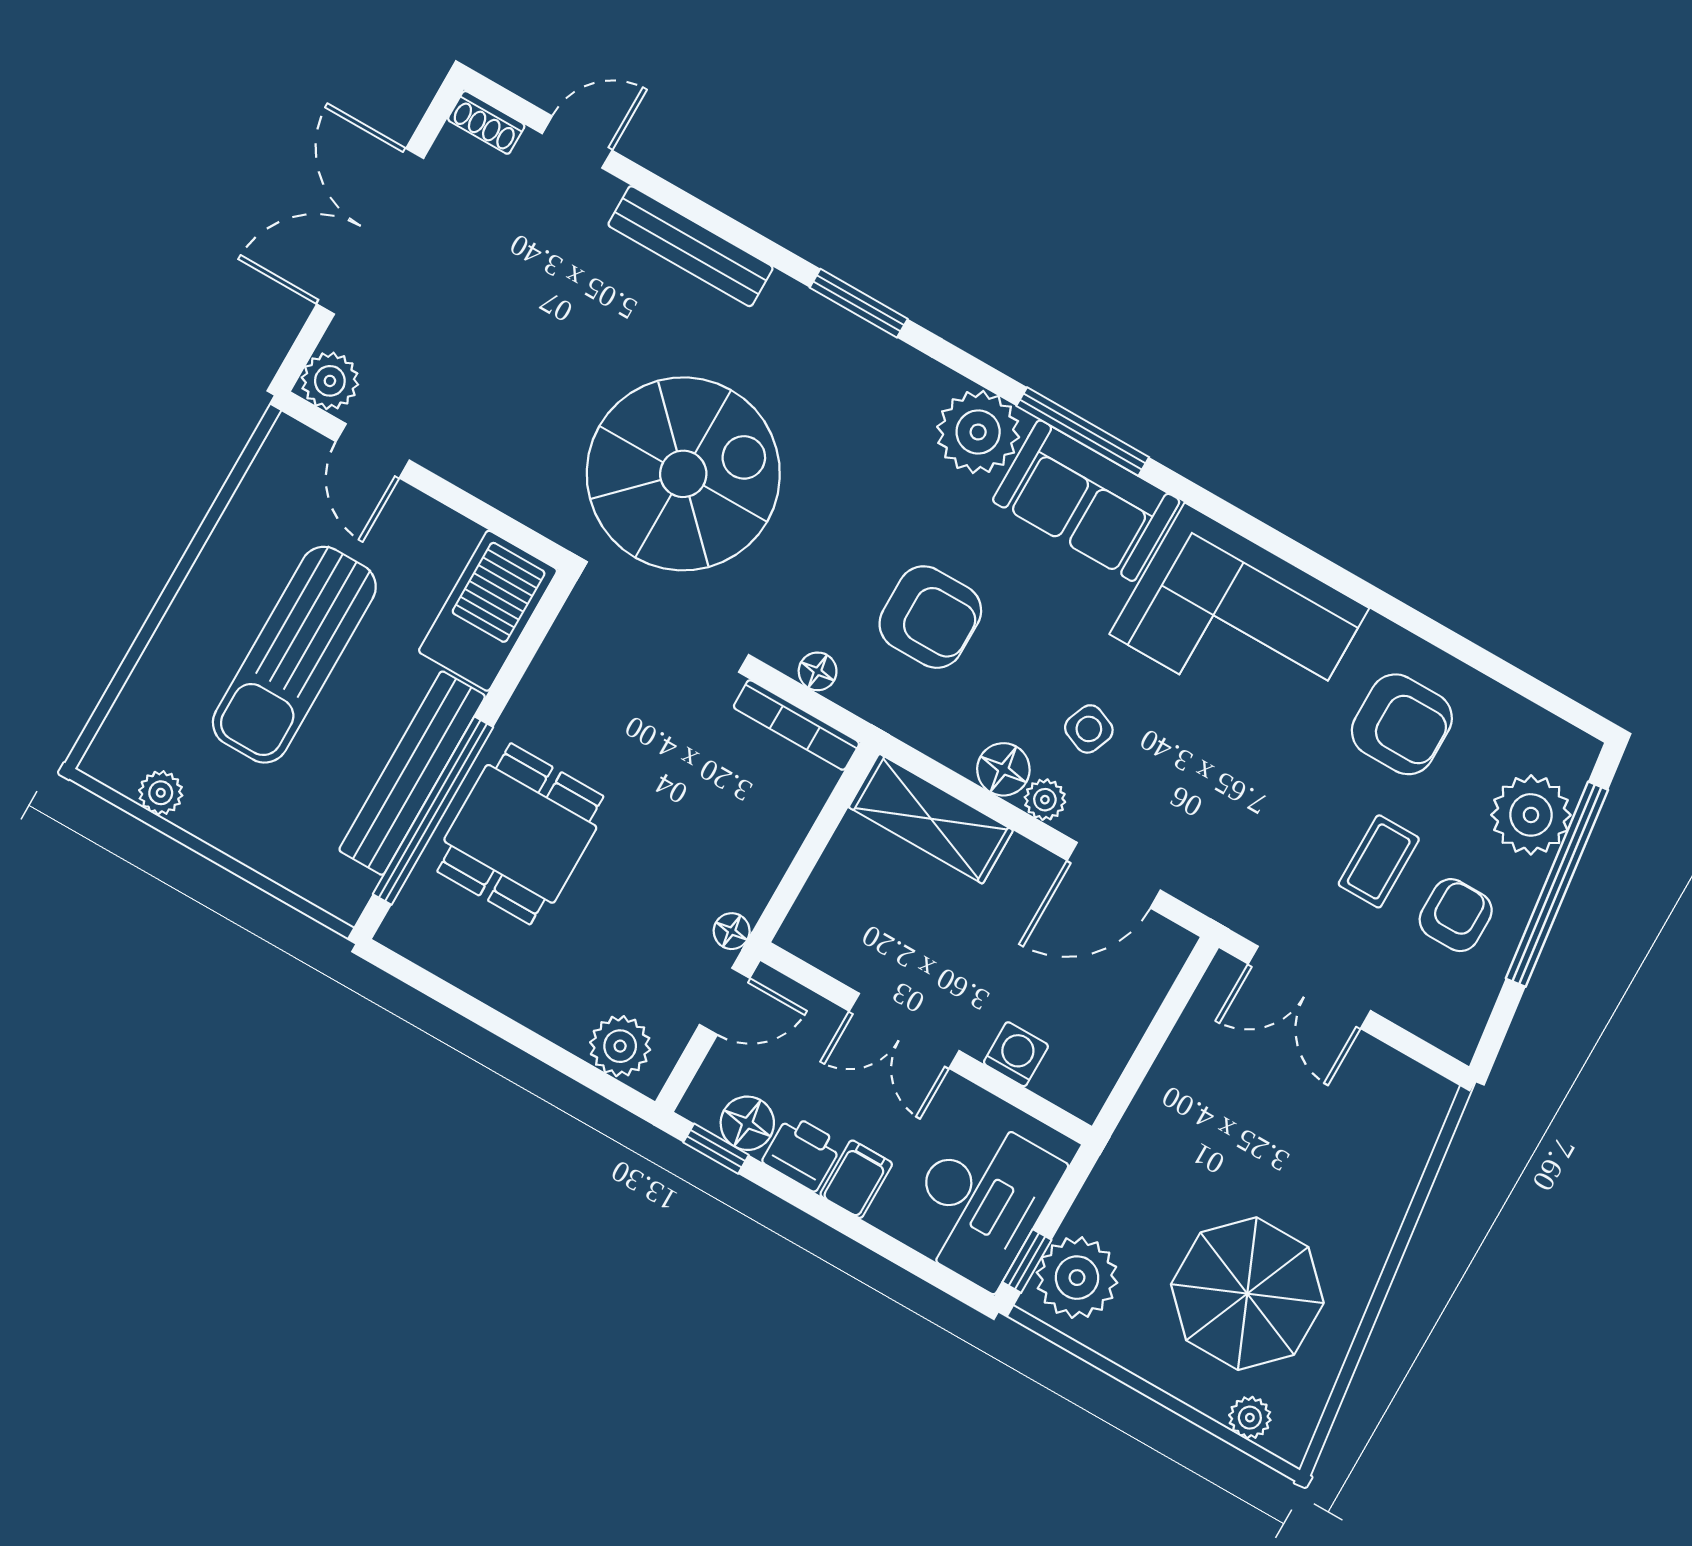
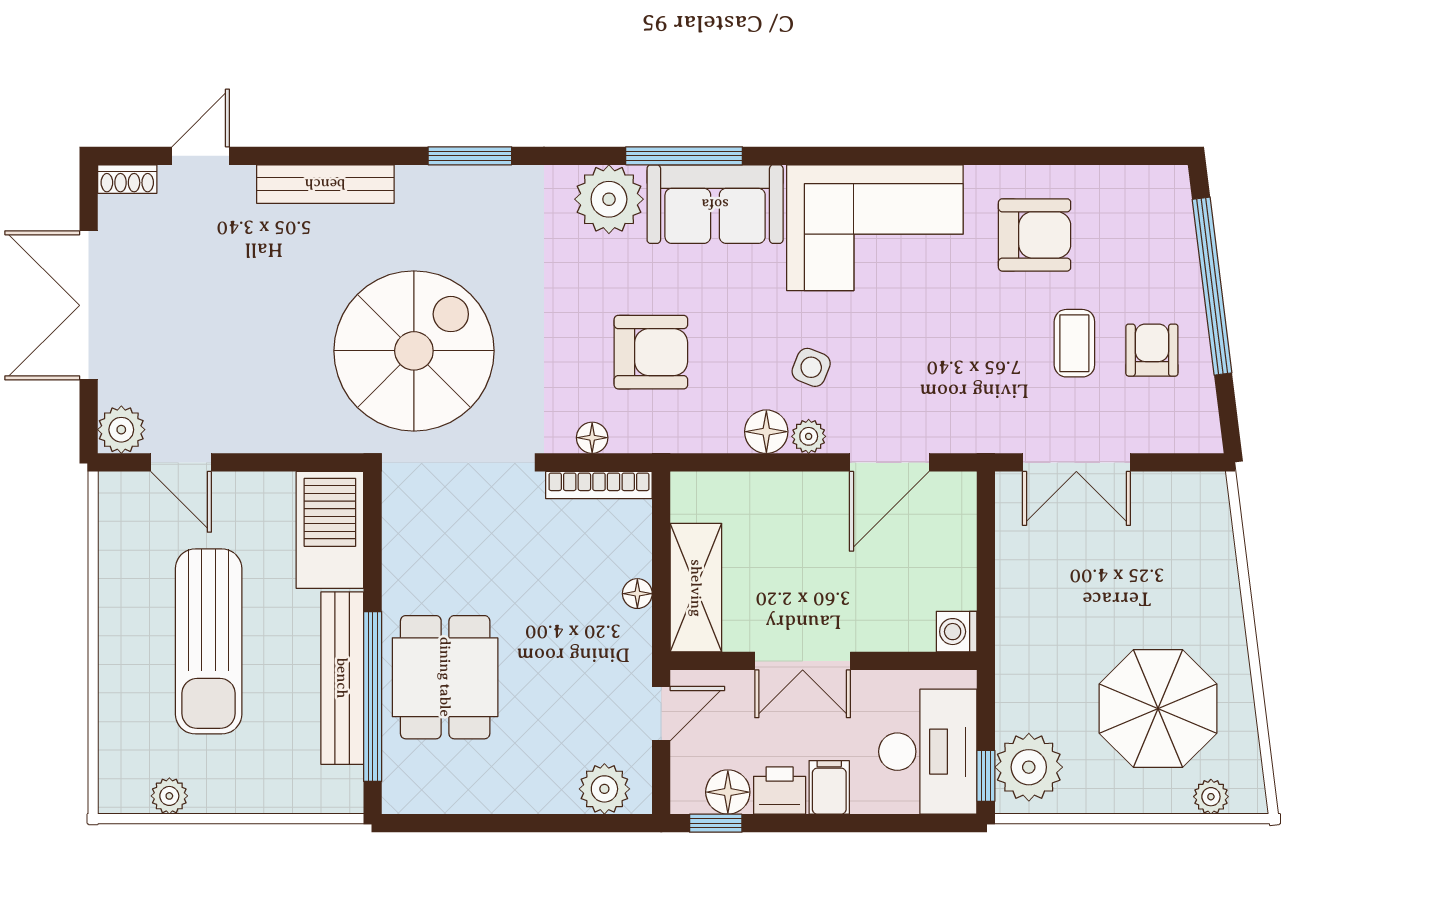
plant: (1531, 815) -> (1165, 247), removed
shelving: (931, 819) -> (696, 588), moved, turned 90
floor lamp: (732, 931) -> (637, 594), moved
washing machine: (1016, 1054) -> (957, 632), moved, turned -90

